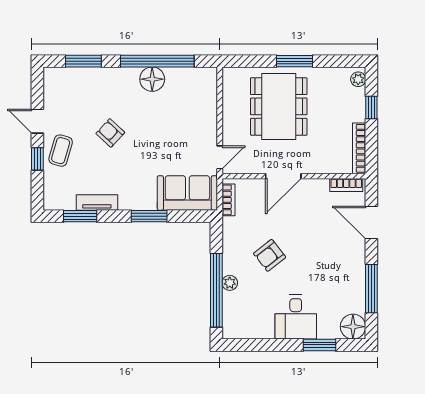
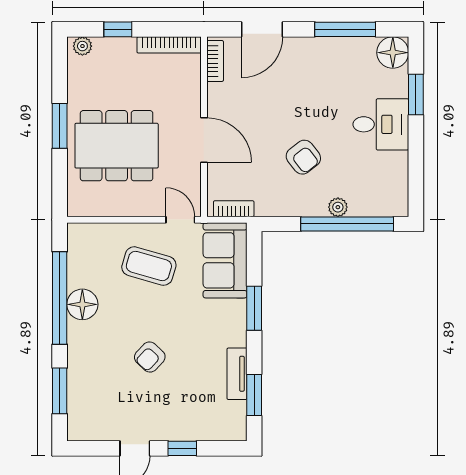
coffee table: (61, 151) -> (149, 266), moved, width x1.36, depth x1.30

